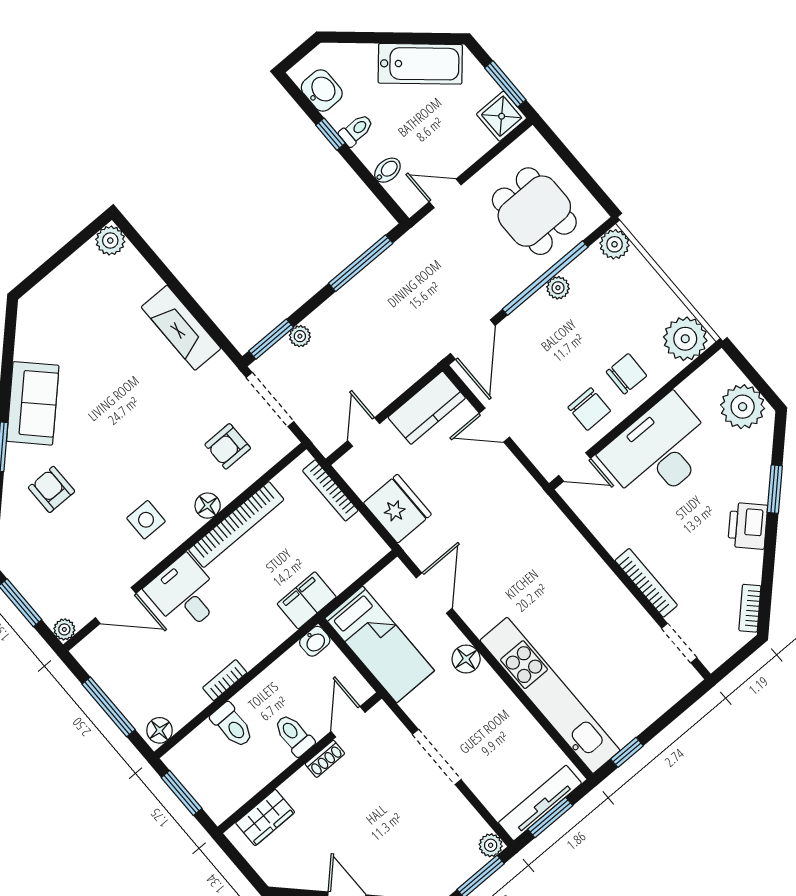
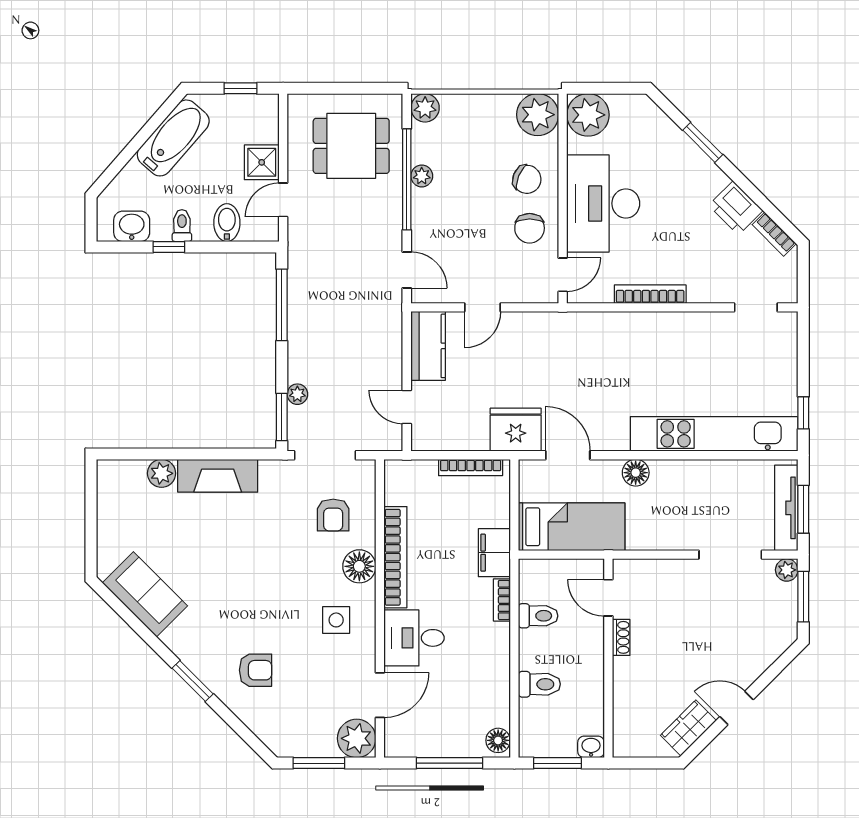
window: (505, 84) -> (241, 88), width x0.67
shower: (502, 116) -> (262, 162), moved
bidet: (387, 170) -> (227, 223), width x1.38, depth x1.36
plant: (110, 240) -> (162, 473), moved
door: (473, 339) -> (407, 270), width x0.73
chair: (626, 374) -> (527, 179), turned 111
sofa: (33, 403) -> (145, 594), moved
plant: (743, 407) -> (588, 115), moved
chair: (589, 409) -> (530, 228), turned 90
armchair: (52, 489) -> (256, 670), turned 180
bookcase: (330, 490) -> (471, 467), moved
floor lamp: (208, 506) -> (359, 566), width x1.38, depth x1.38
fridge: (397, 509) -> (516, 430), moved
printer: (748, 526) -> (736, 208), moved
bookcase: (646, 583) -> (650, 294), moved
plant: (64, 629) -> (357, 738), width x1.88, depth x1.88
washbasin: (315, 641) -> (591, 747), moved, turned -90
bookcase: (225, 680) -> (502, 600), moved
toilet: (294, 735) -> (538, 616), moved, turned 180
doorway: (437, 757) -> (730, 555), moved
wardrobe: (265, 818) -> (688, 728), moved, turned -135

